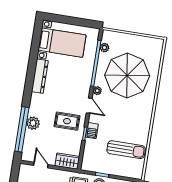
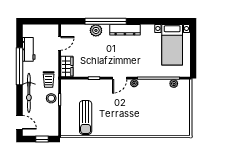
parasol: (127, 75) -> (152, 108), removed
dresser: (40, 76) -> (125, 30), moved
rug: (67, 121) -> (103, 61), removed
window: (22, 129) -> (106, 21), moved
barbecue: (92, 131) -> (98, 84), removed

